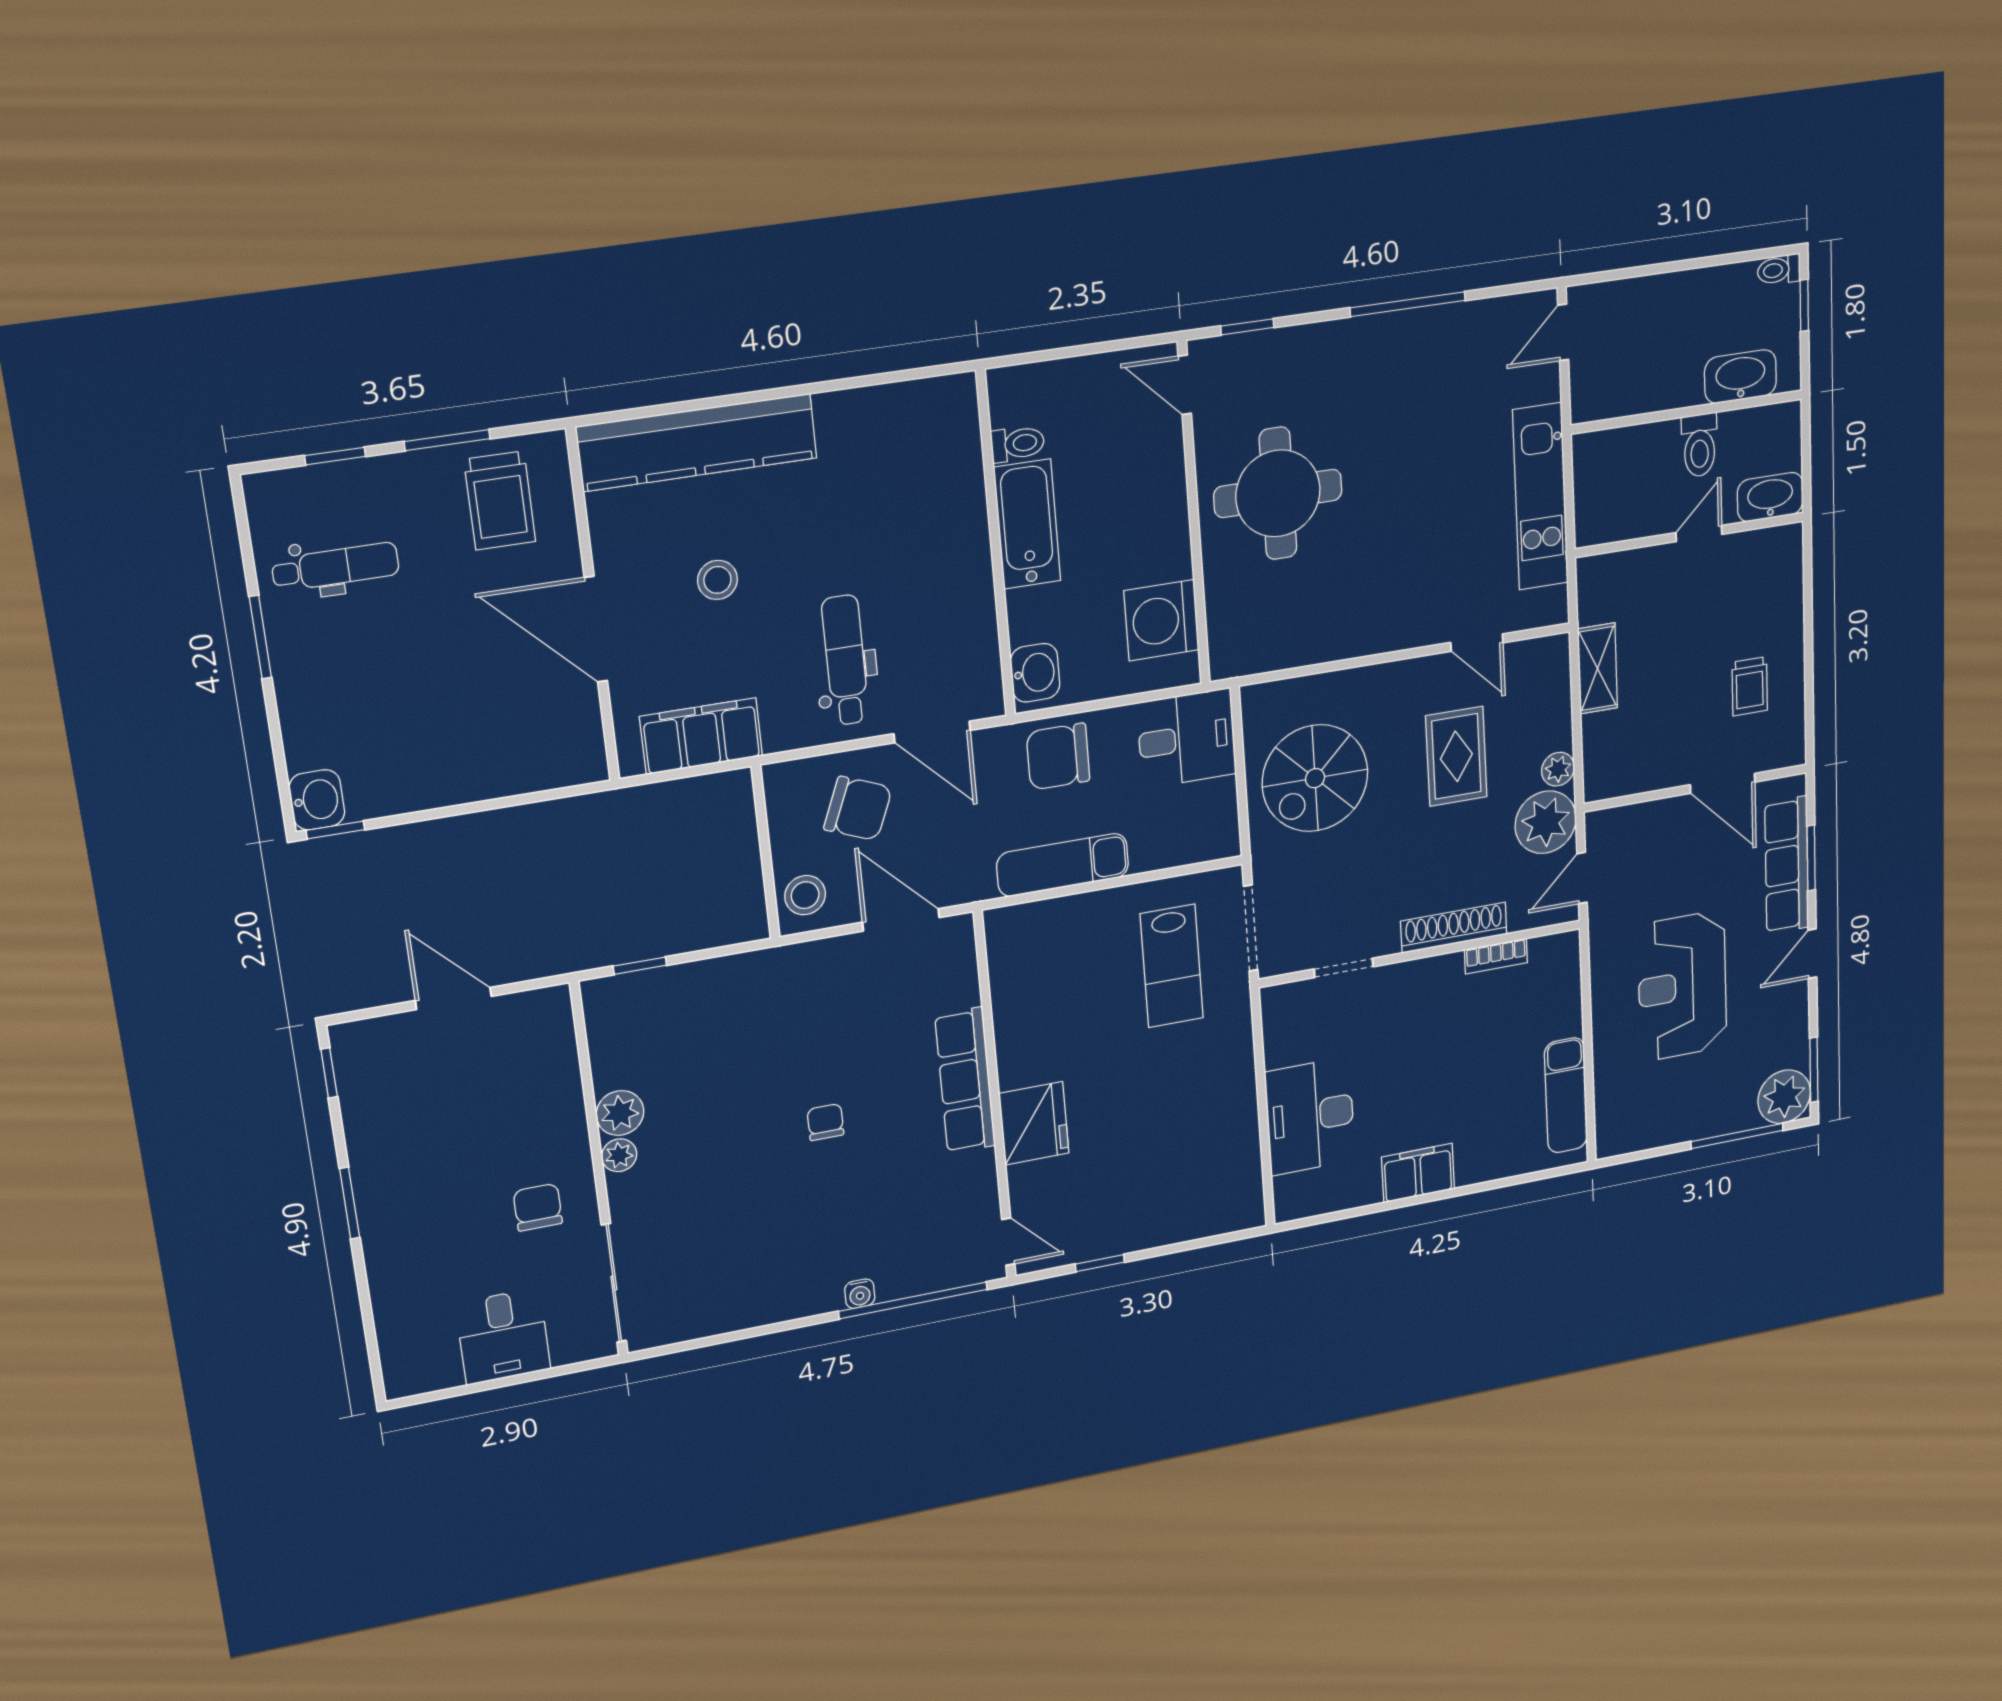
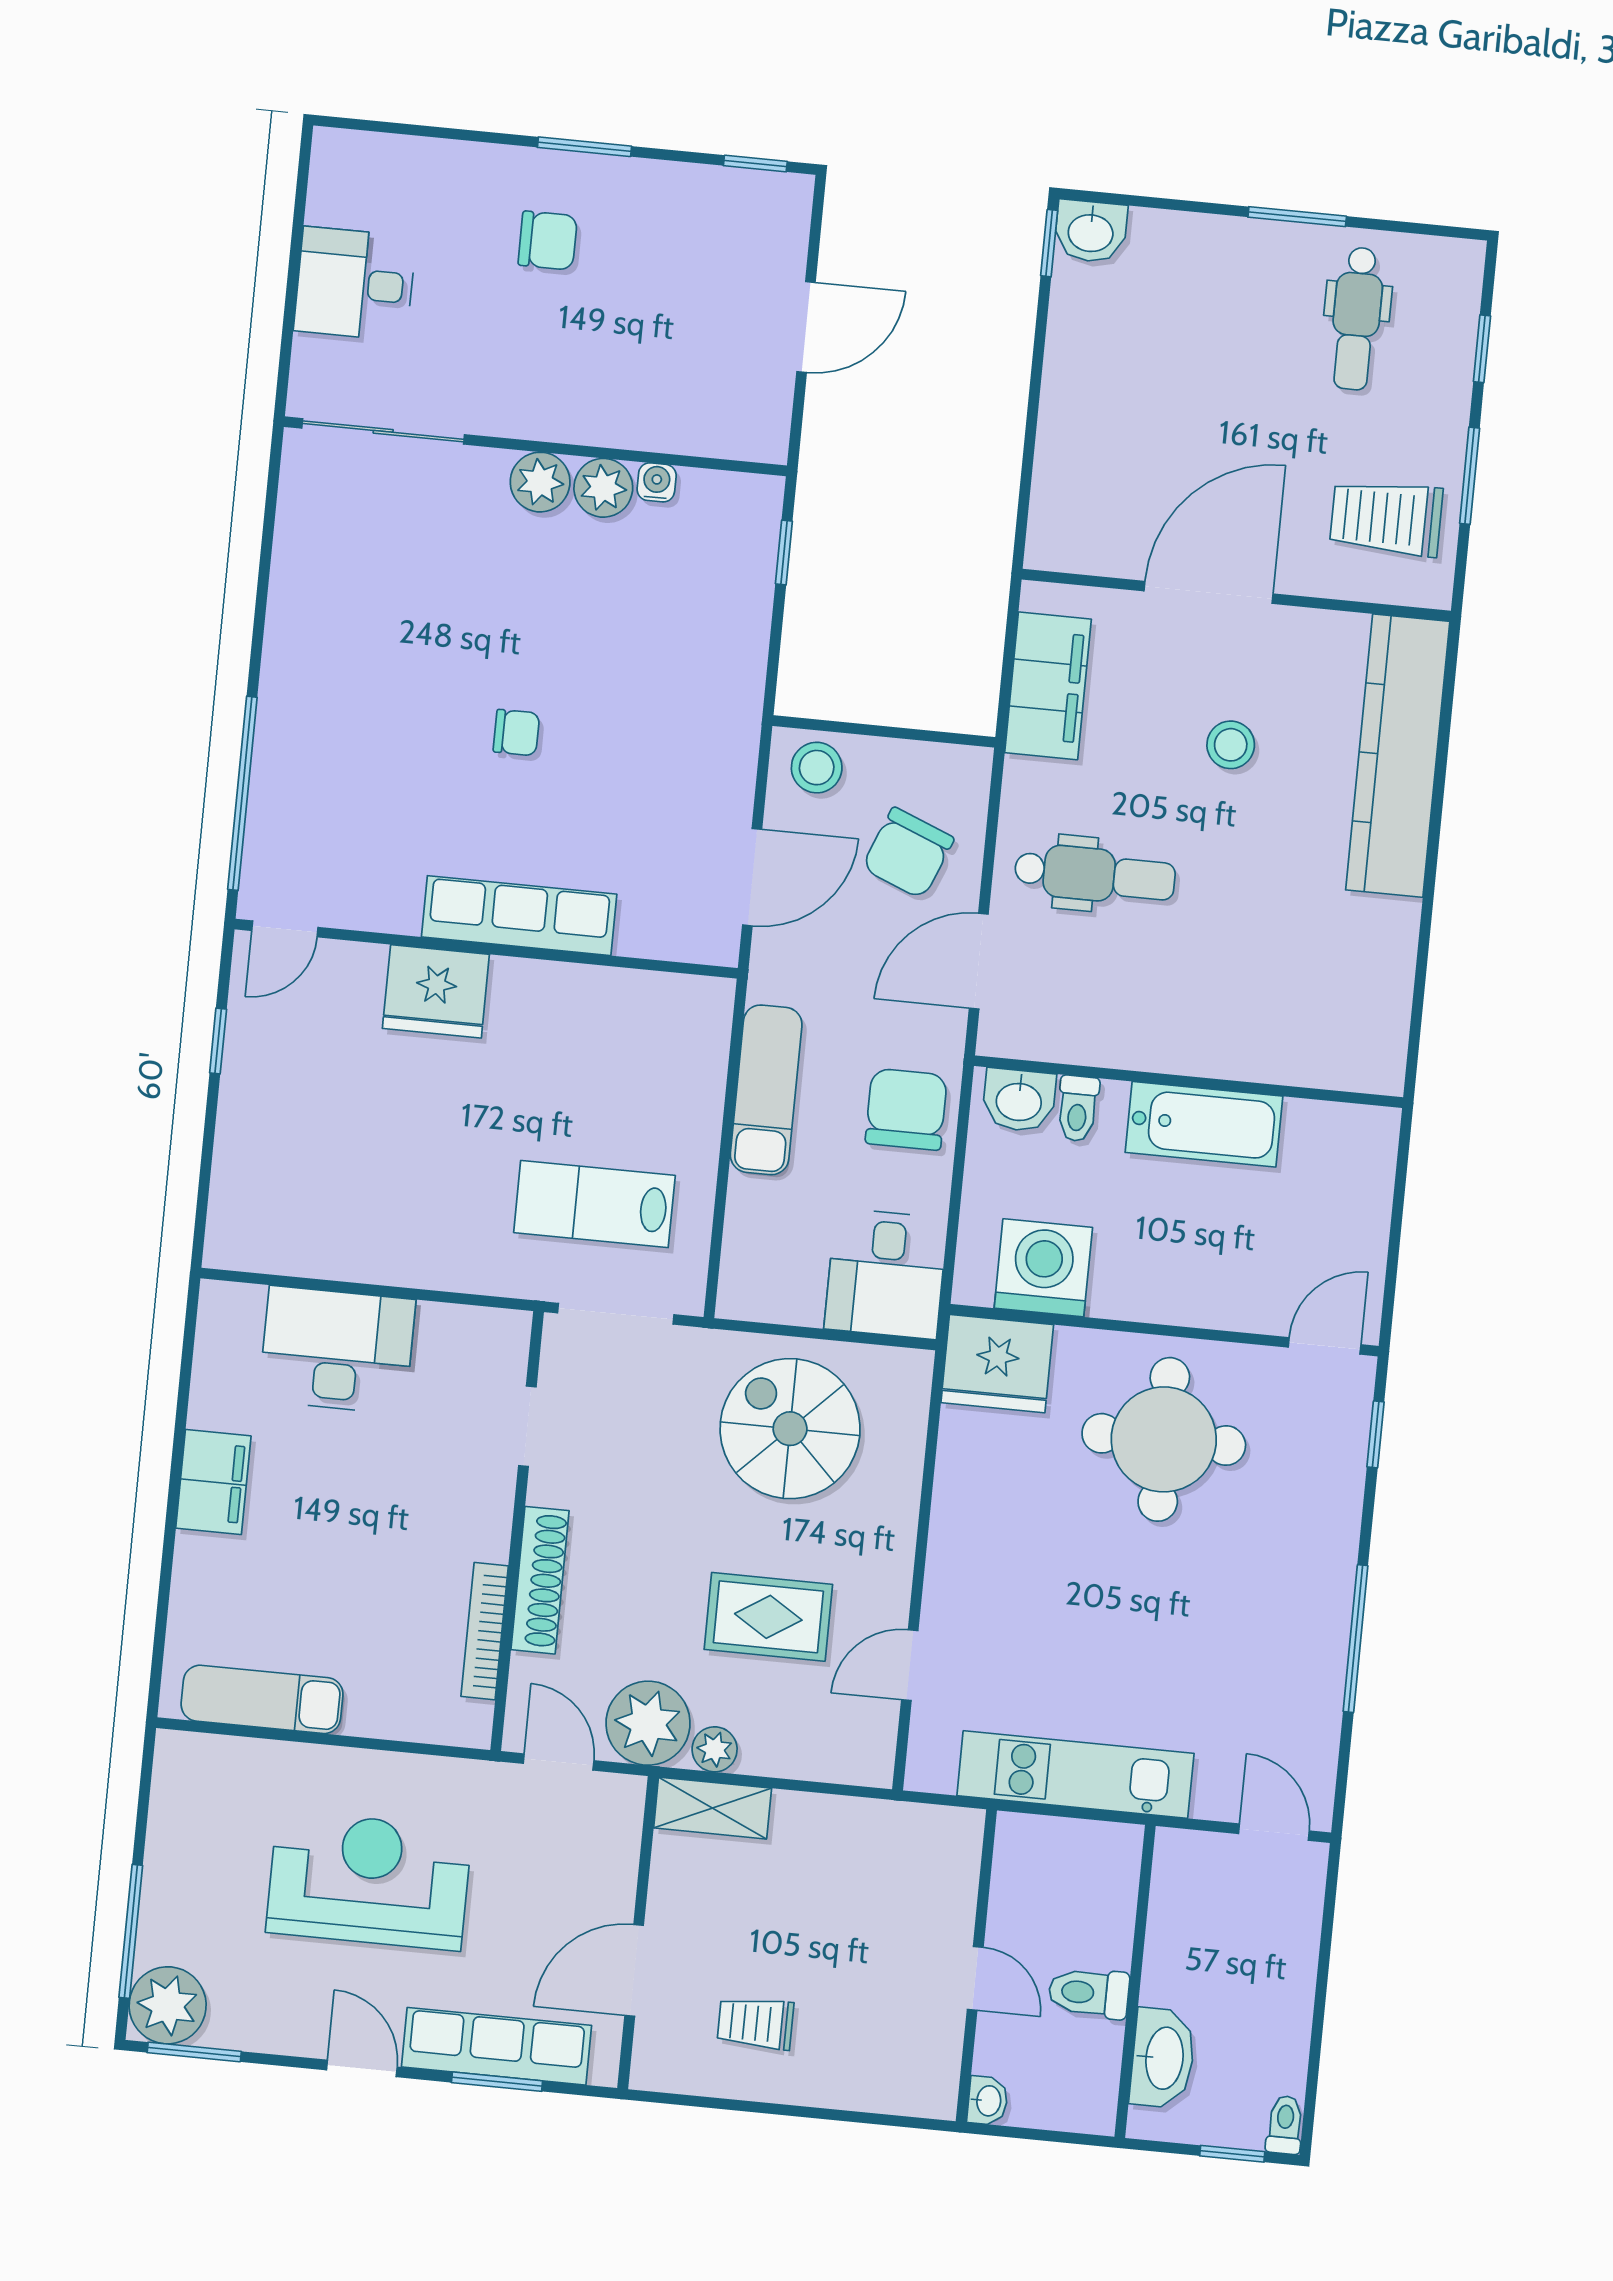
toilet: (1018, 444) -> (1078, 1109), moved
washbasin: (1770, 497) -> (988, 2101), width x0.52, depth x0.69
fridge: (1241, 636) -> (997, 1364), added
shelving: (1597, 668) -> (713, 1808), moved
bookcase: (1496, 956) -> (485, 1631), width x1.56
plant: (619, 1155) -> (540, 482), width x1.38, depth x1.38
chair: (538, 1207) -> (548, 241), moved
water cooler: (860, 1294) -> (657, 482), moved, turned 90

